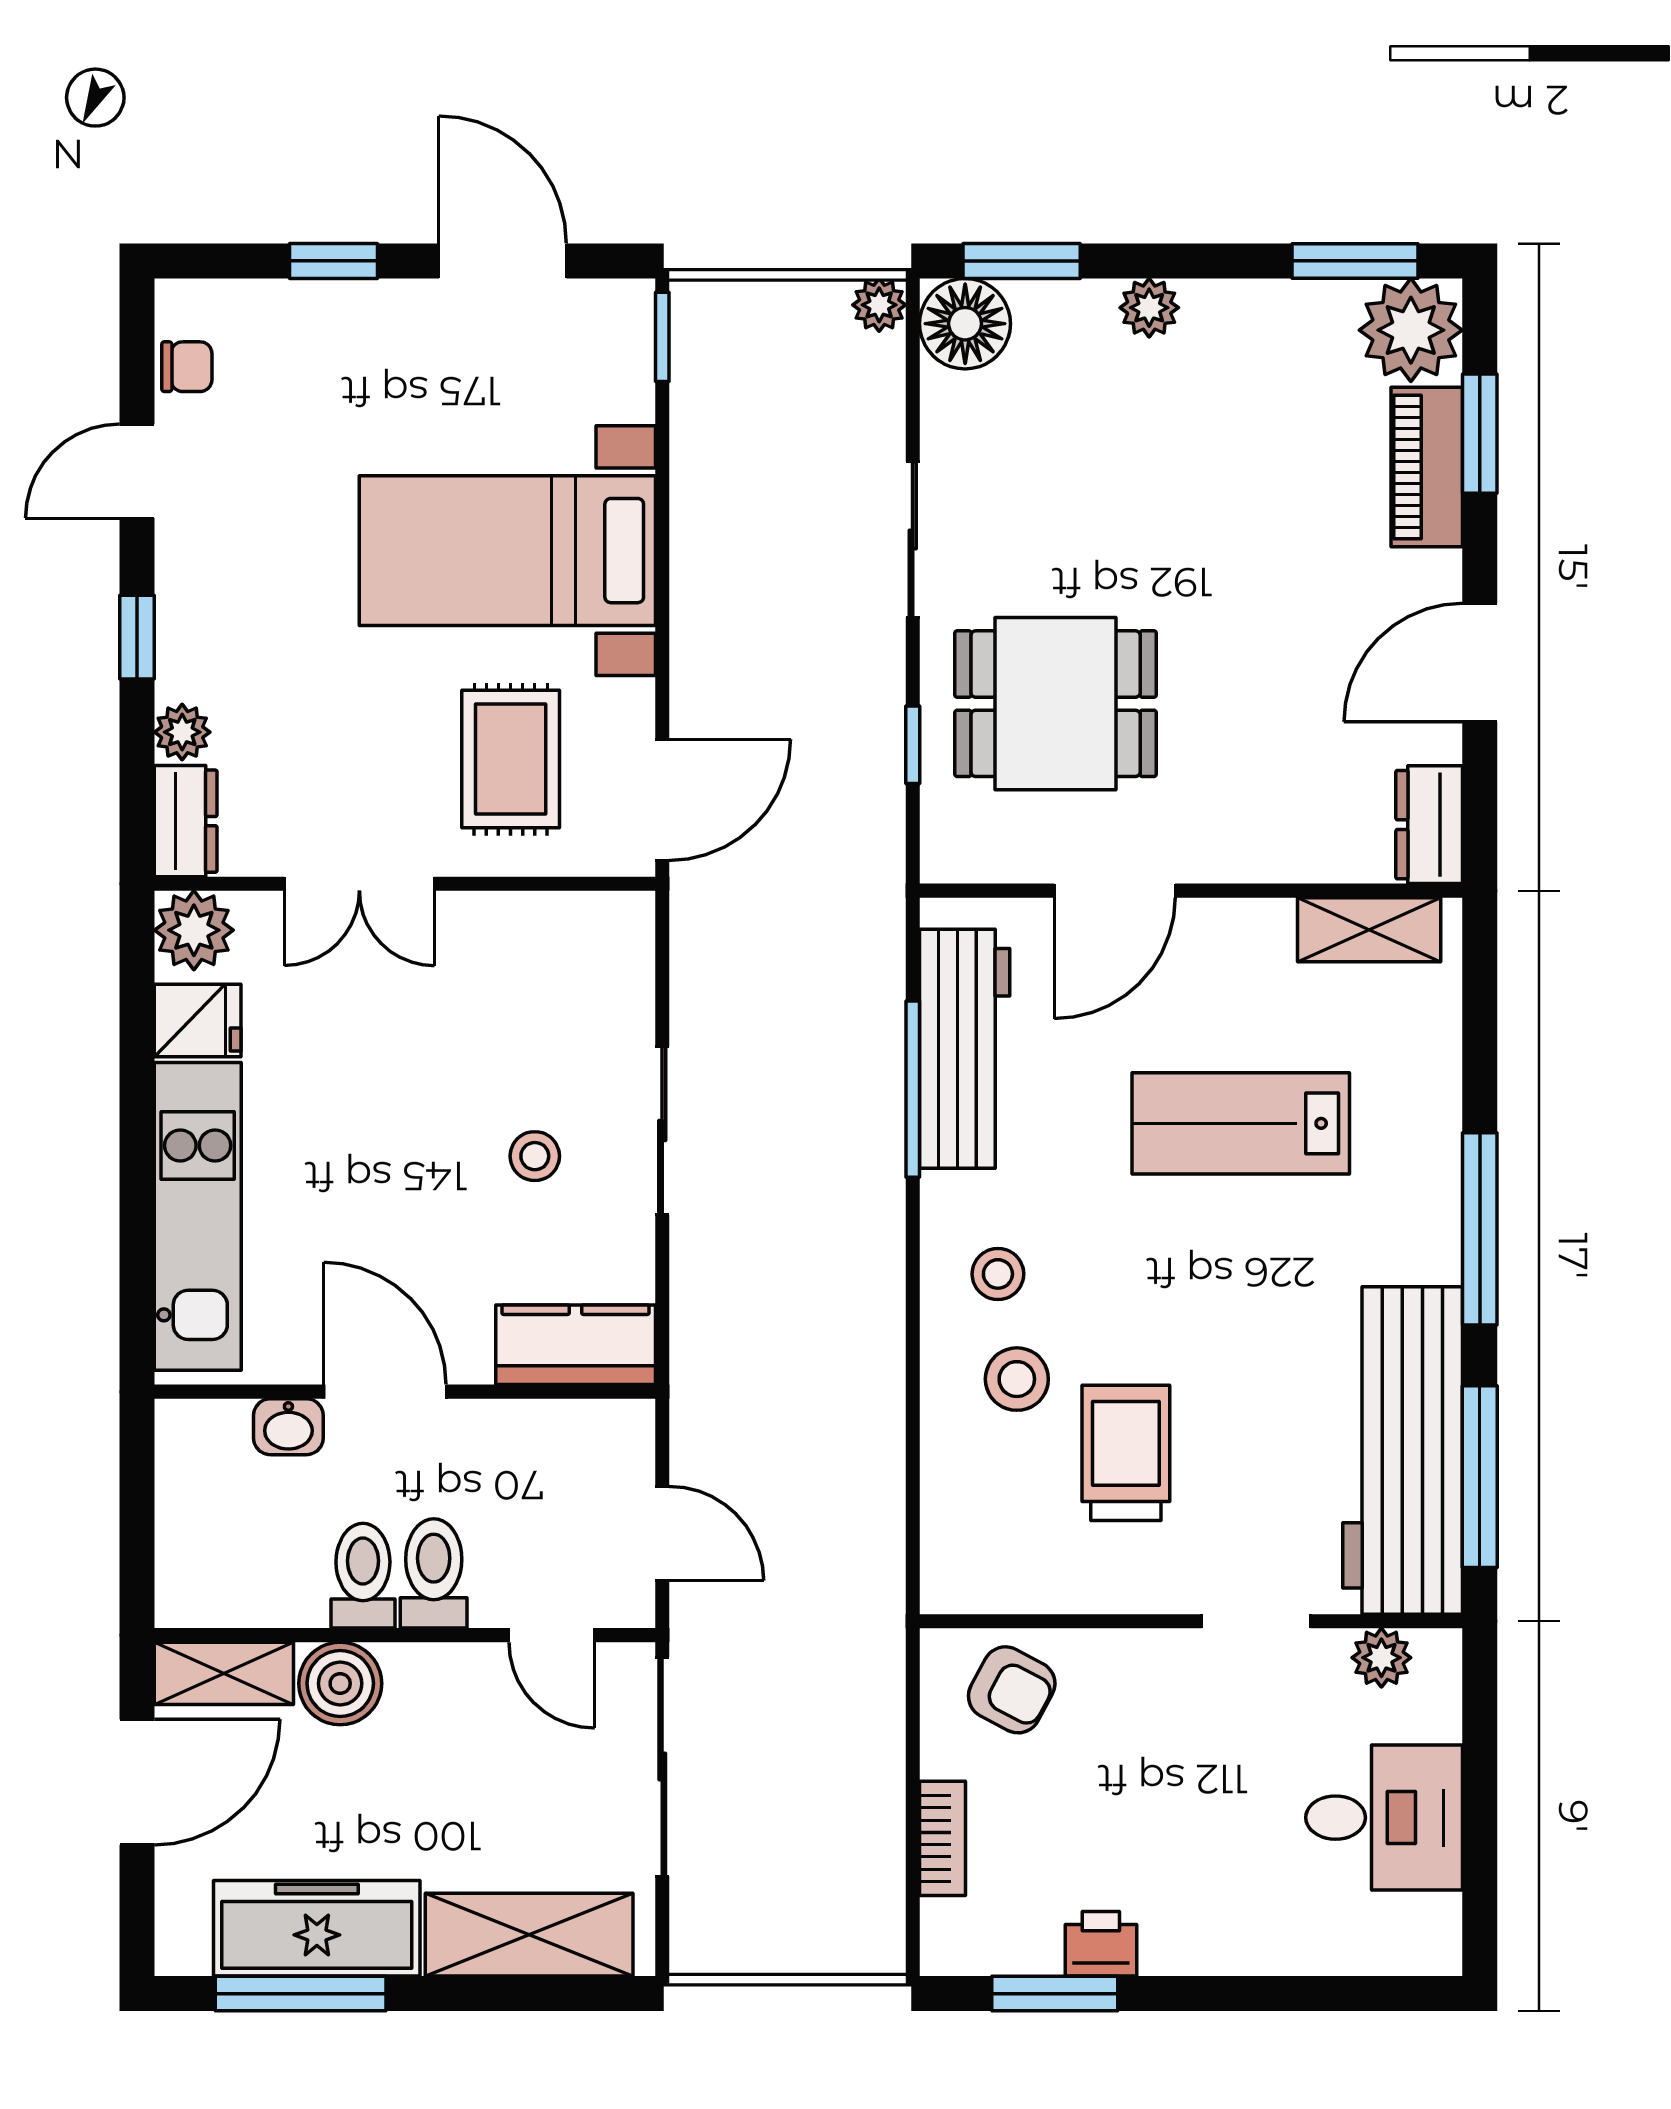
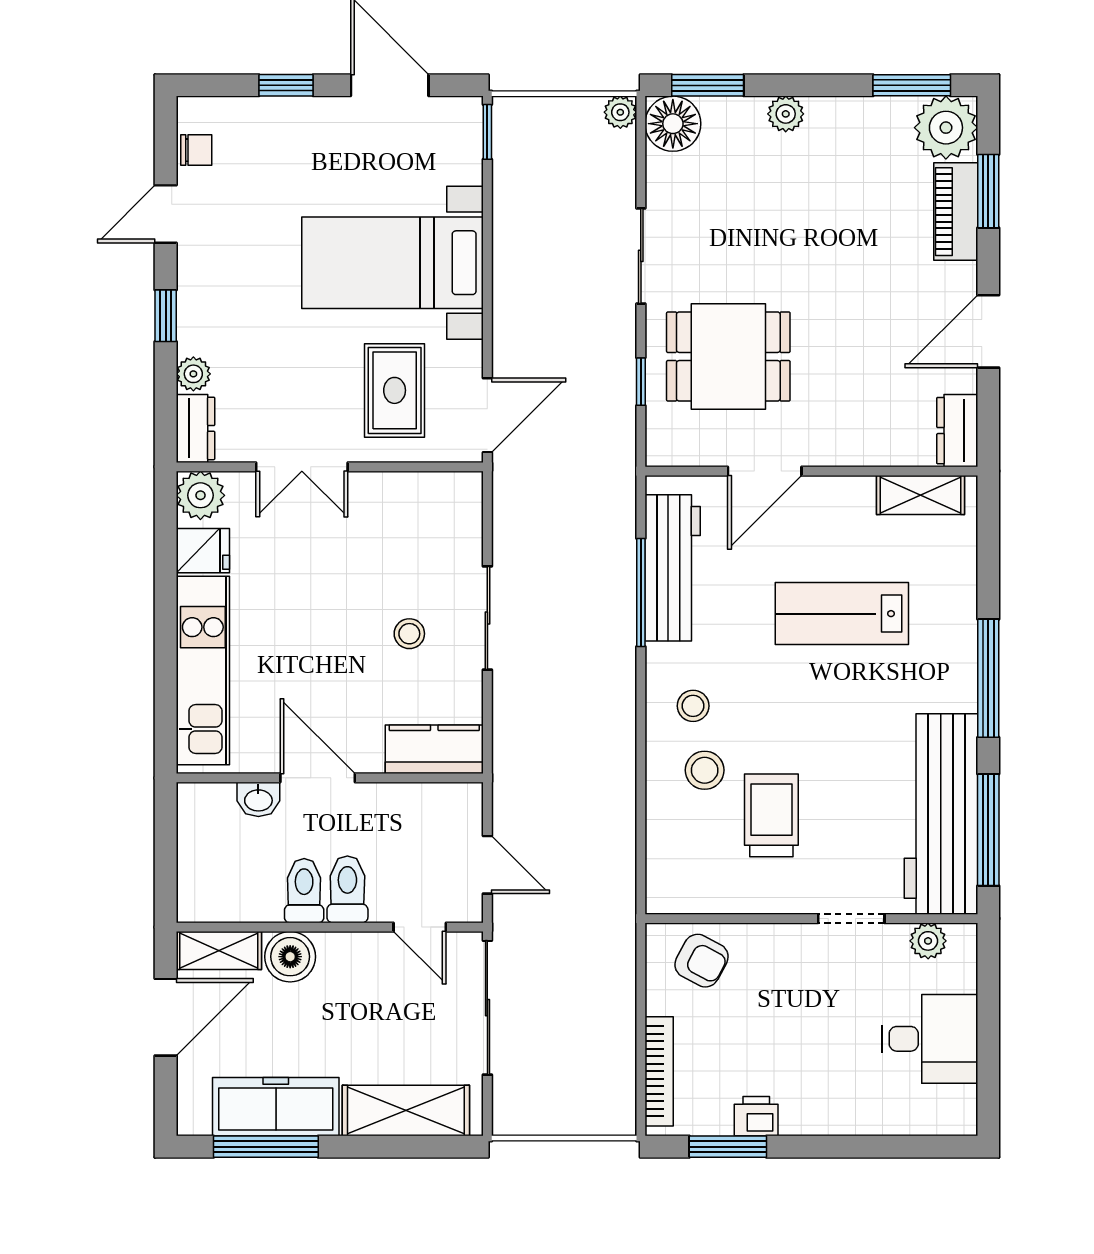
bookcase: (943, 1838) -> (659, 1071), width x1.56

